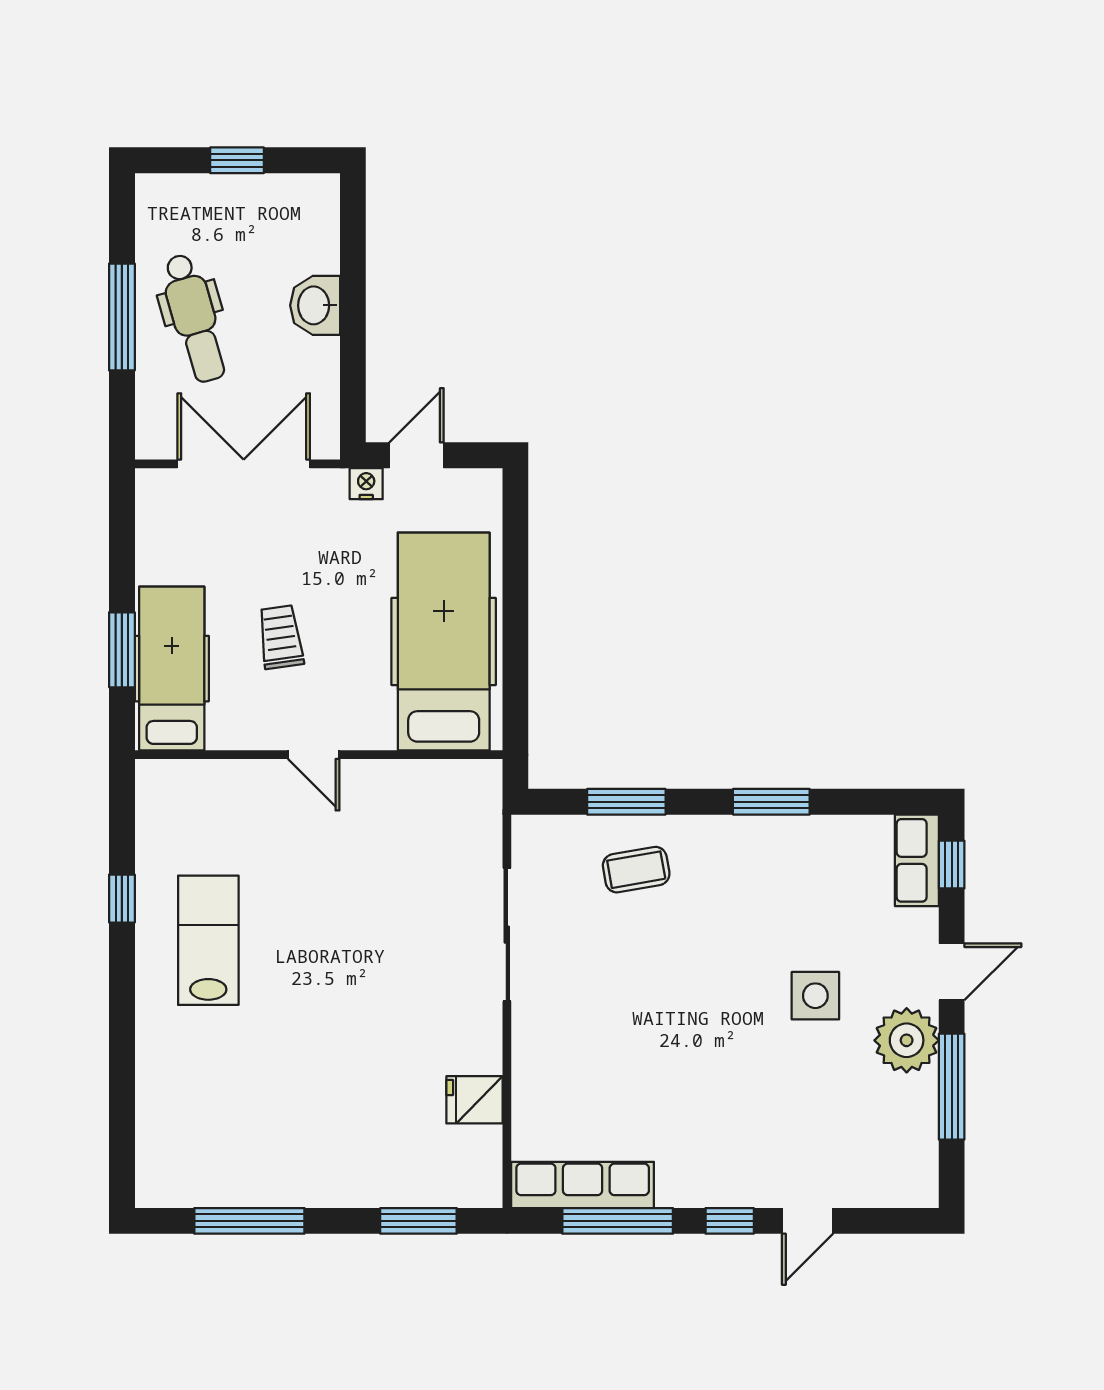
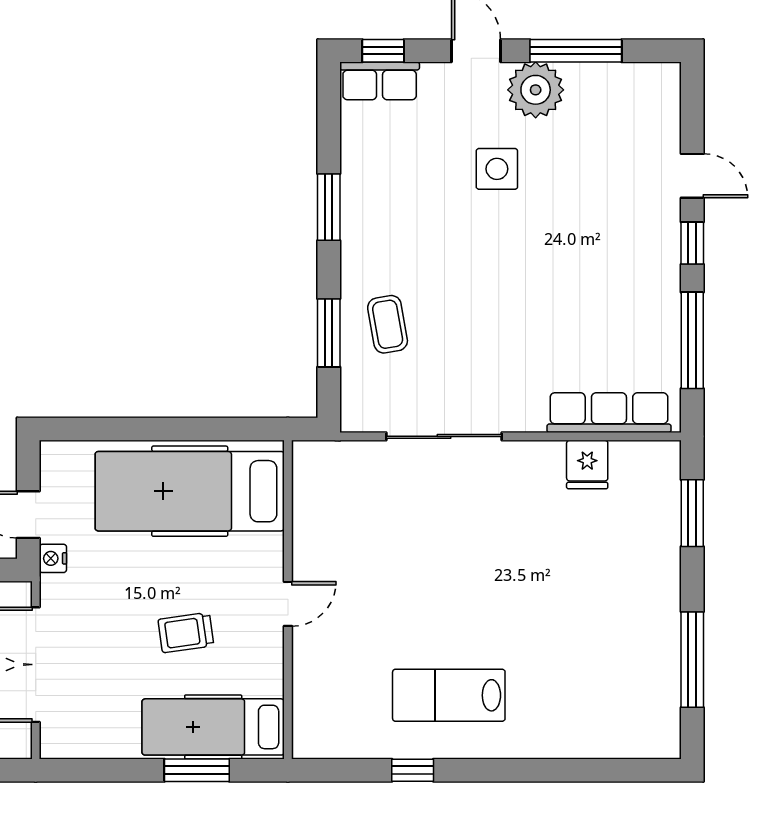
row of seats: (583, 1185) -> (609, 413), moved, turned 90

